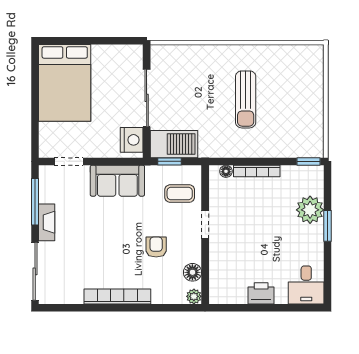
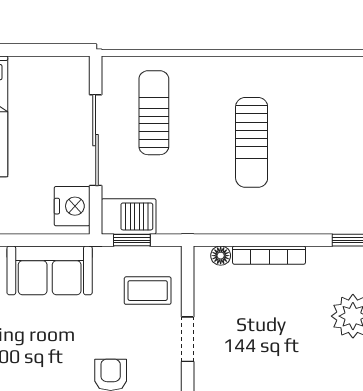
sun lounger: (184, 81) -> (154, 113), added
barbecue: (174, 144) -> (129, 216), width x0.73, depth x0.83

